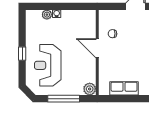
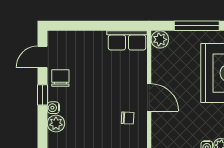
row of seats: (124, 88) -> (127, 40), moved

